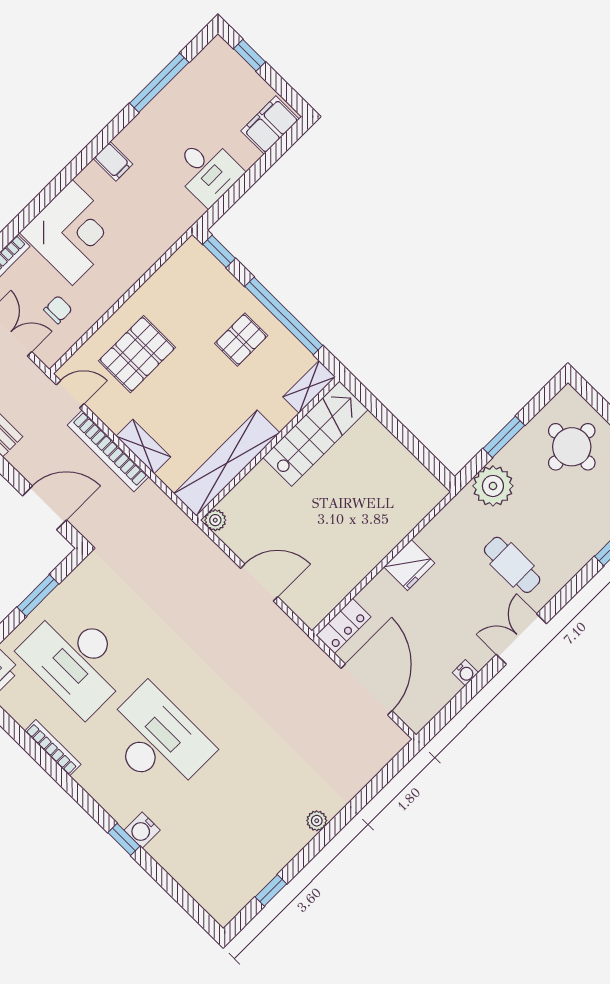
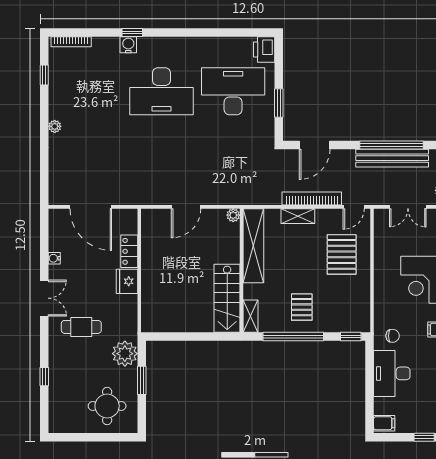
filing cabinet: (270, 125) -> (384, 423), width x0.50
desk: (207, 171) -> (392, 373), width x1.37
chair: (58, 310) -> (393, 336), moved, turned -90
locker: (343, 626) -> (129, 251), moved
bookcase: (53, 748) -> (71, 42), moved

